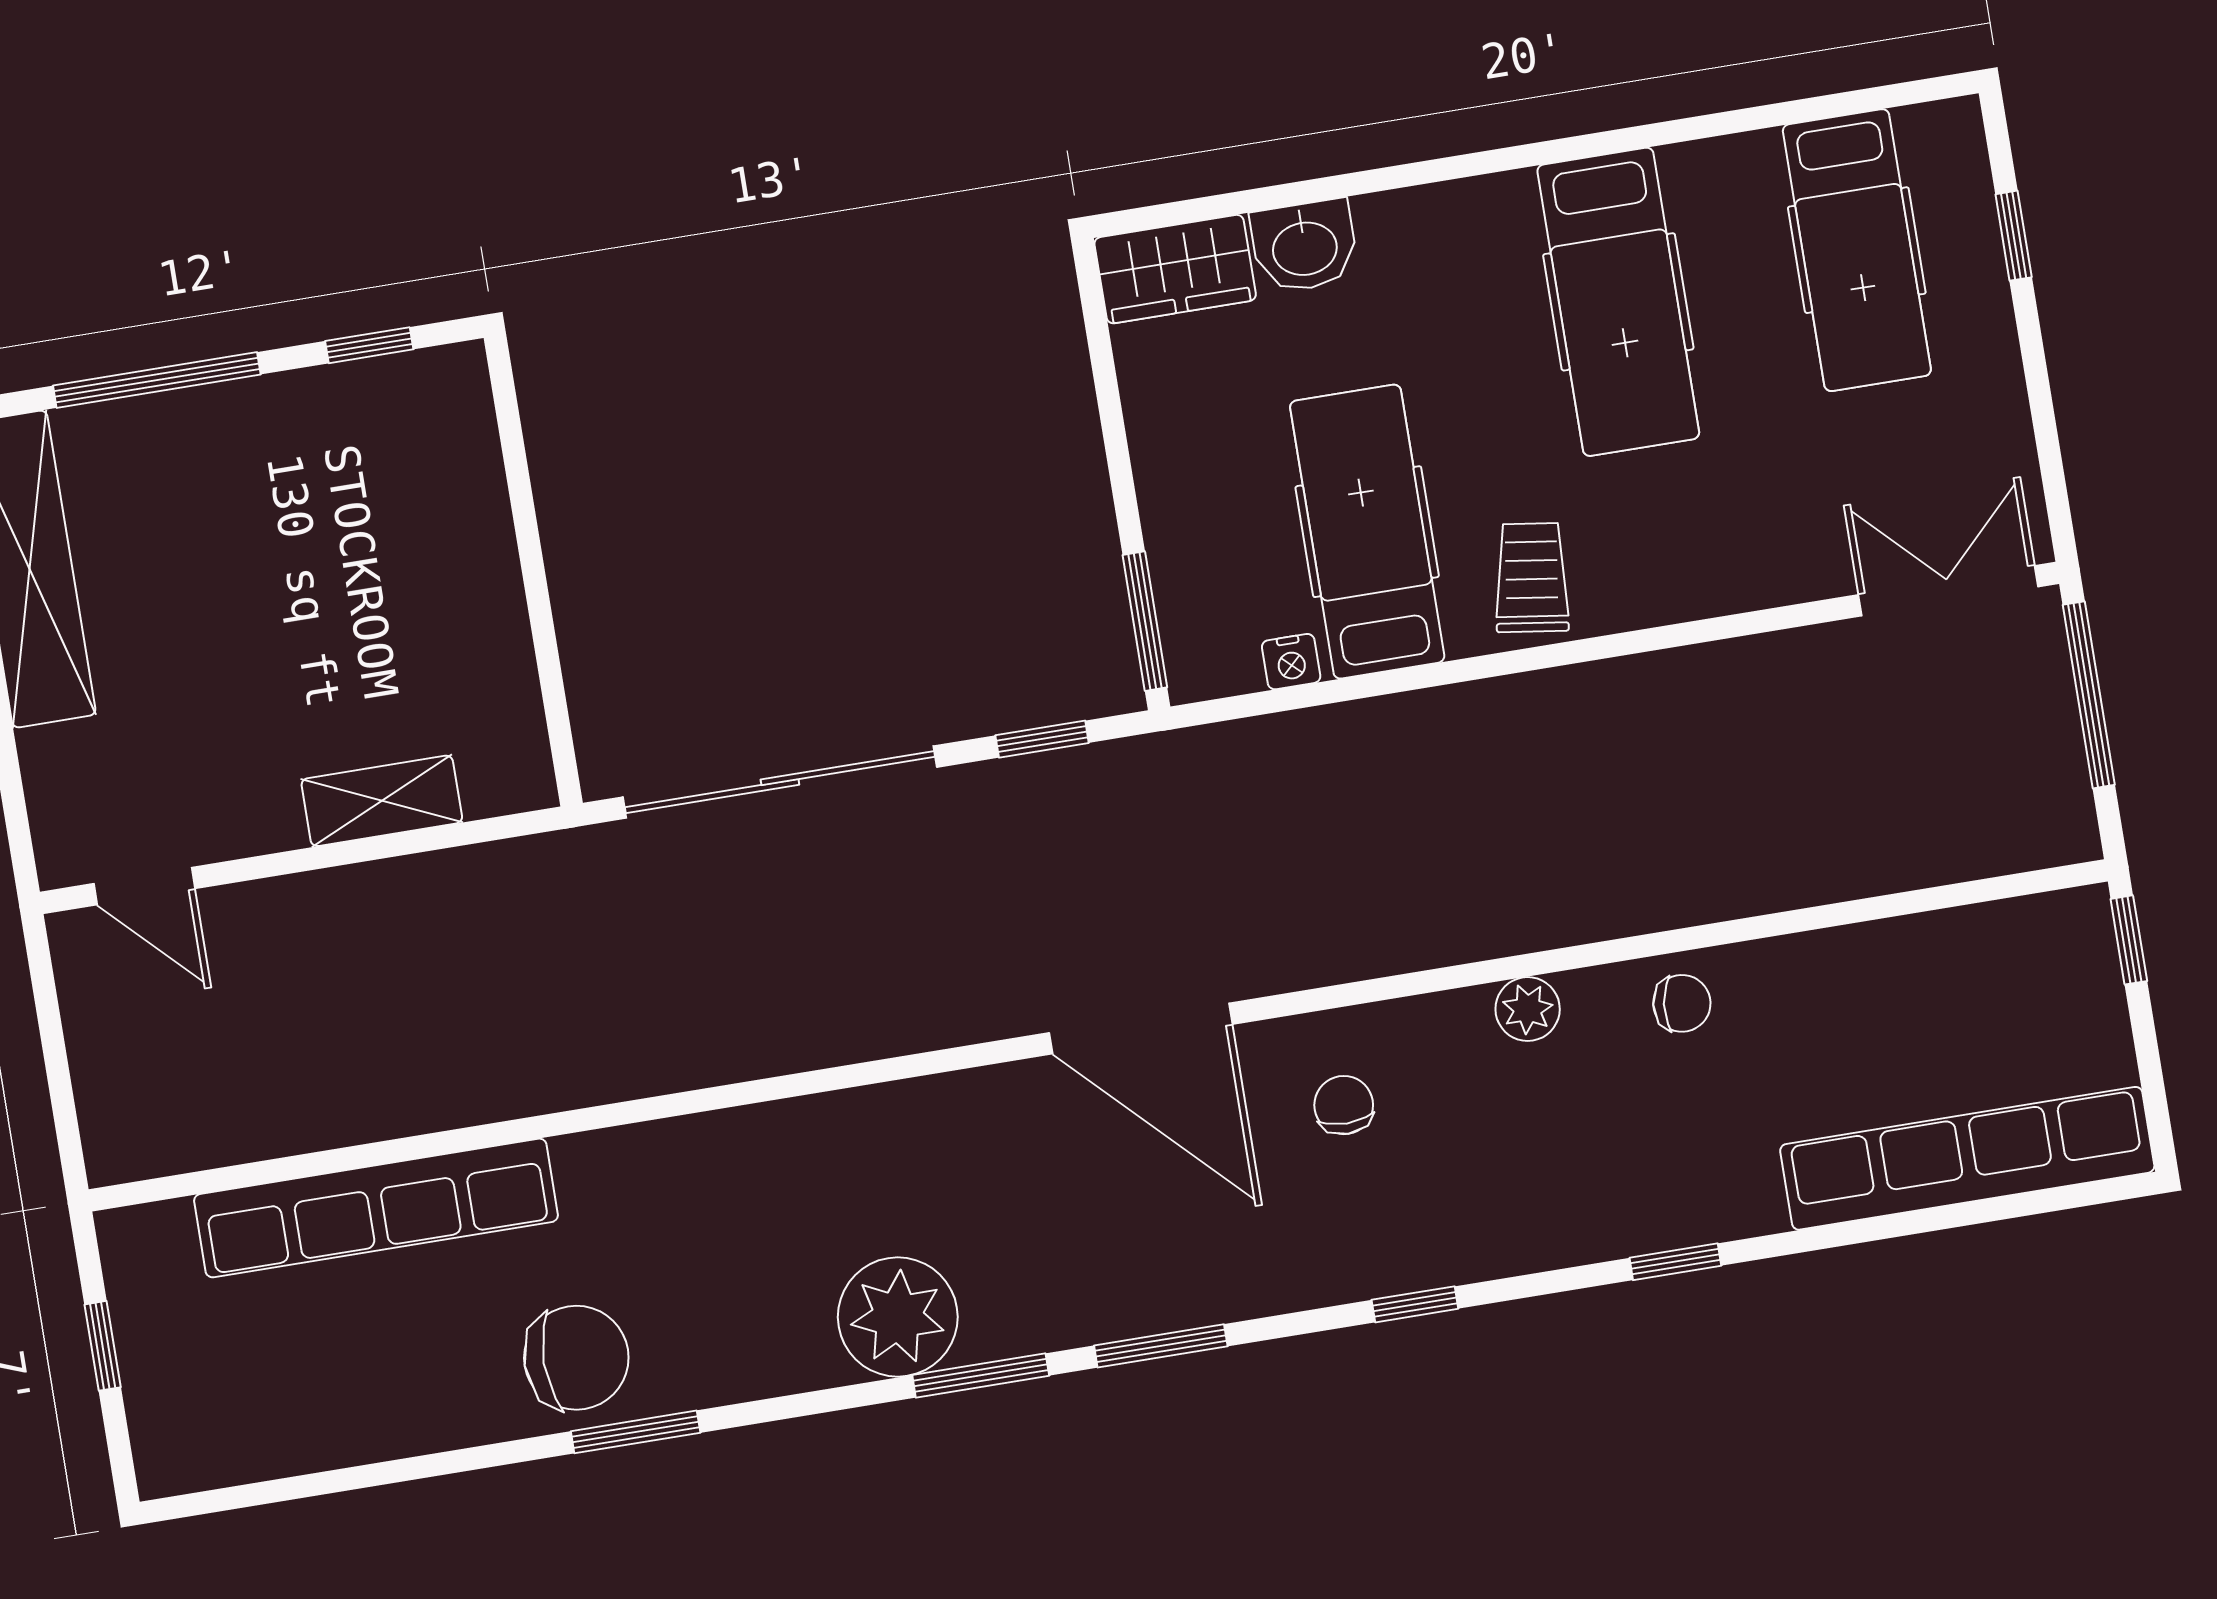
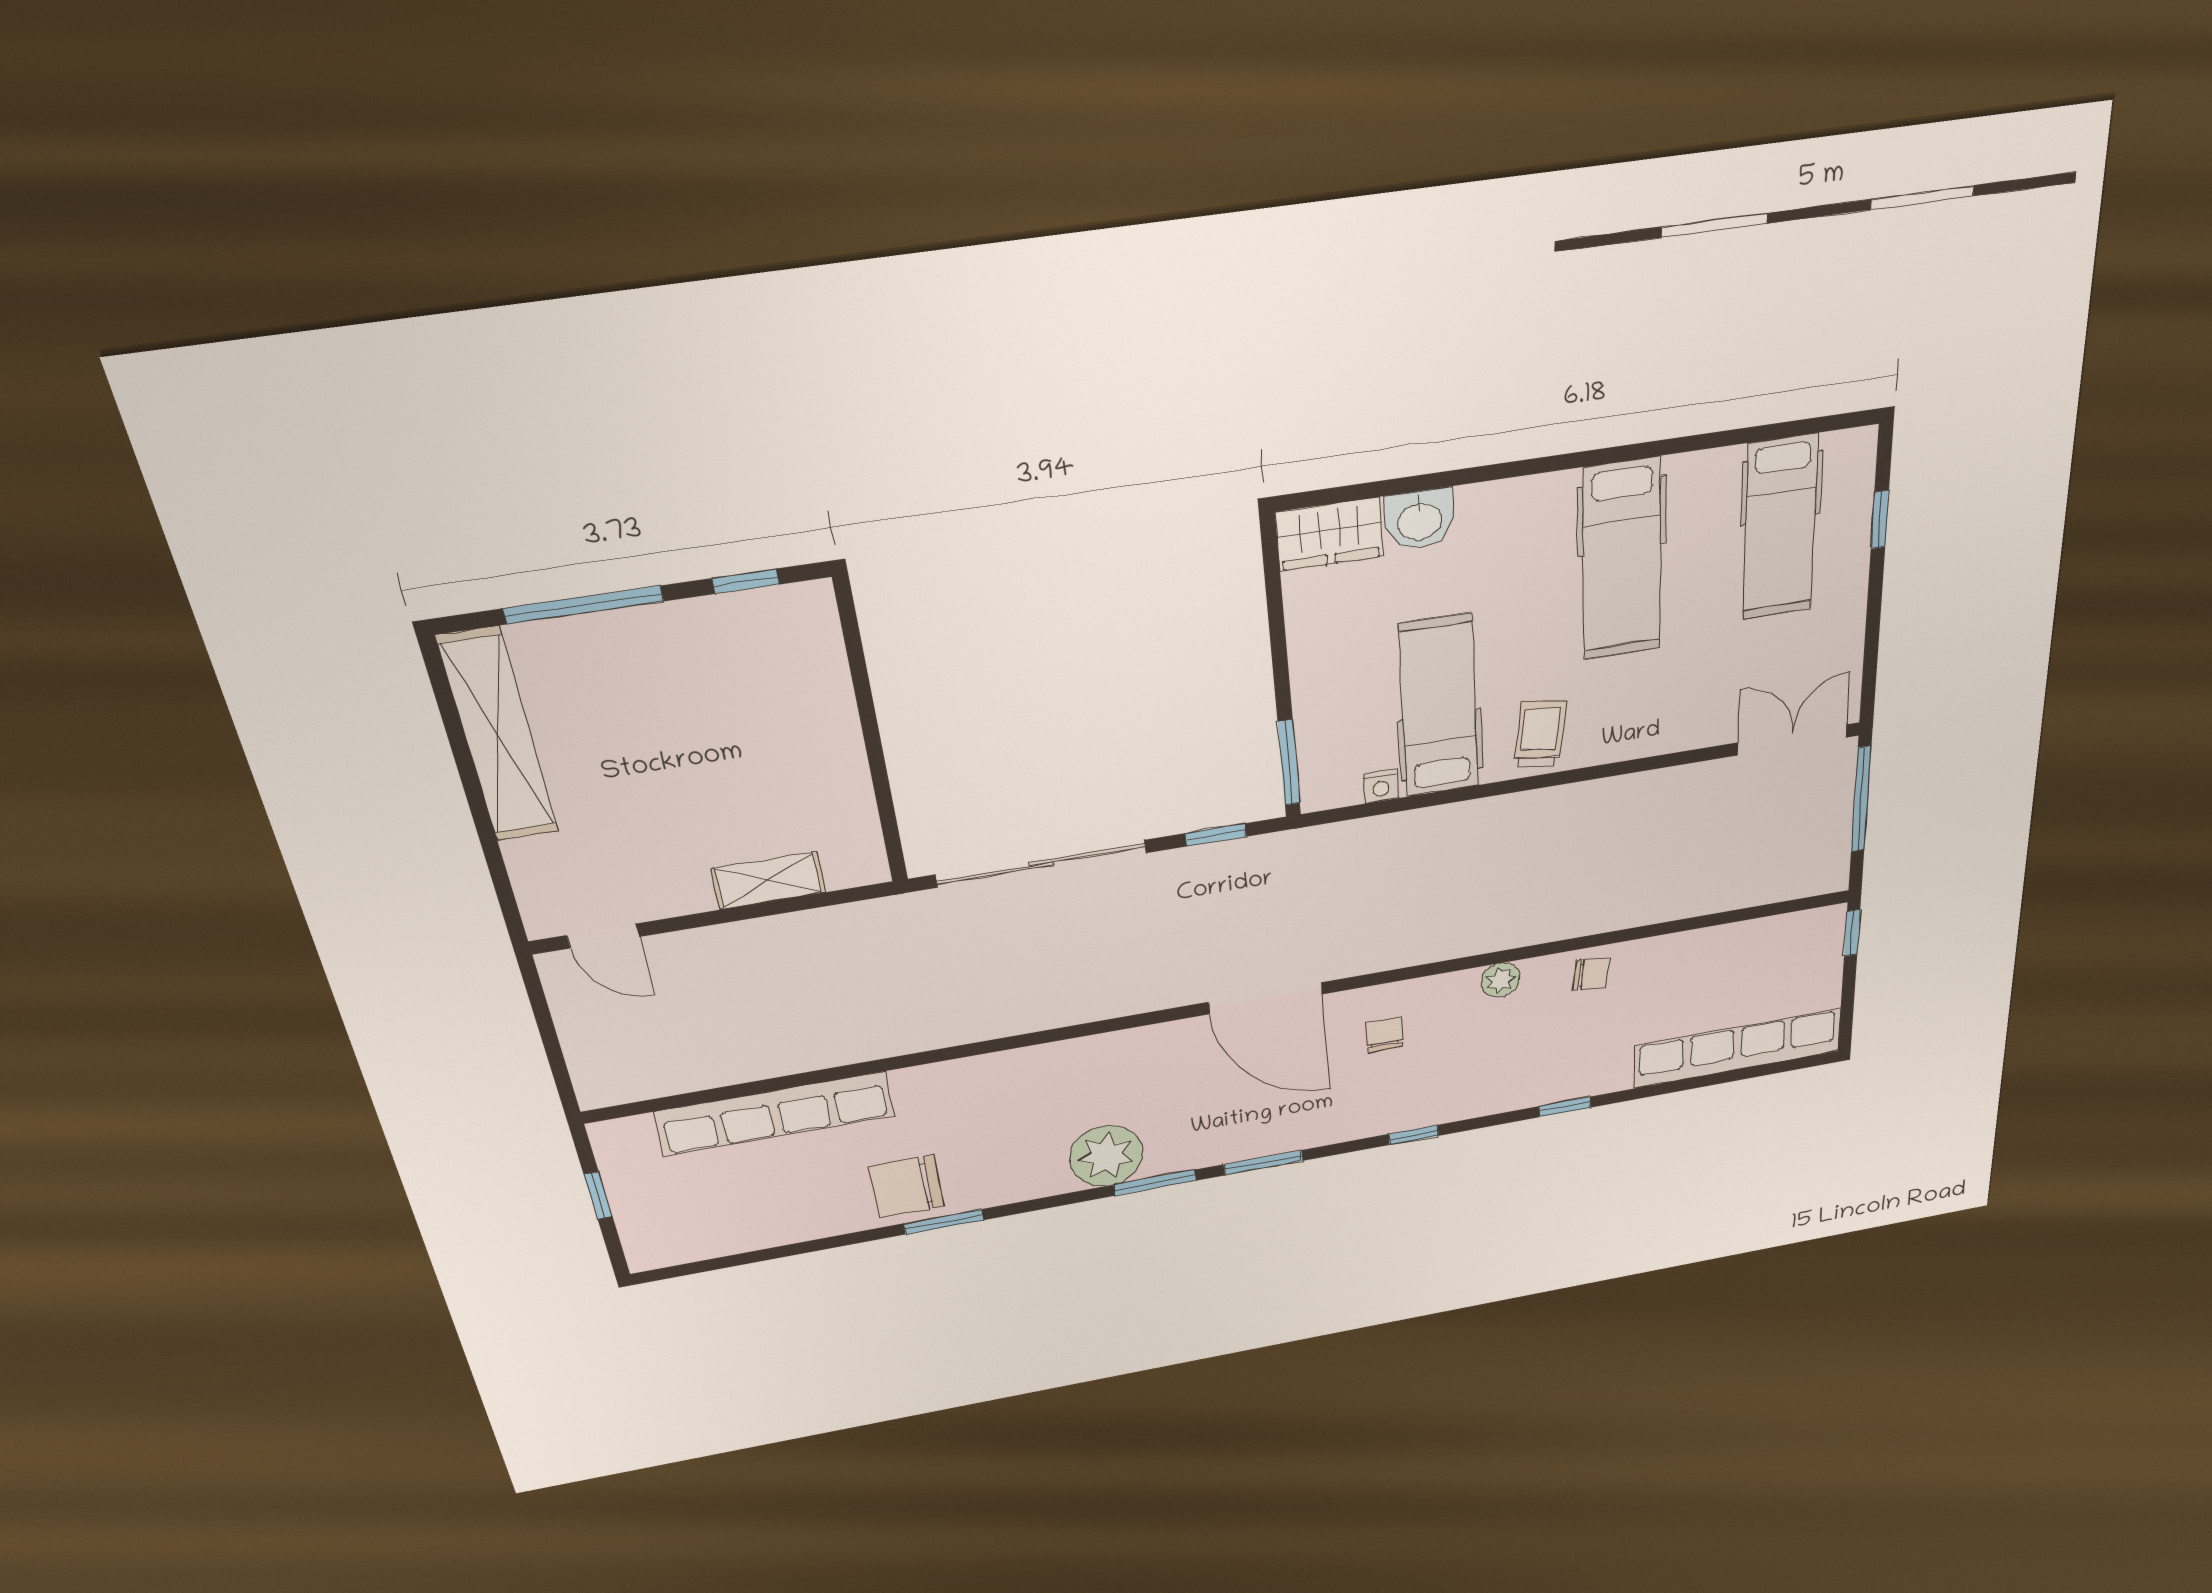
chair: (576, 1358) -> (906, 1186), turned 180

